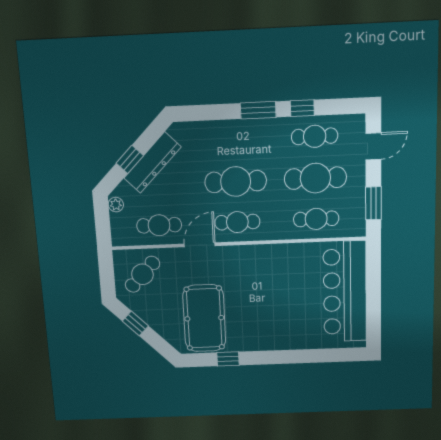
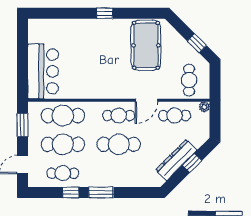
plant: (116, 205) -> (204, 107), moved
cafe table: (316, 219) -> (63, 116), width x1.37, depth x1.35
cafe table: (142, 274) -> (189, 80), turned -44
bar counter: (345, 292) -> (43, 71), width x0.73
window: (228, 359) -> (105, 13), moved

